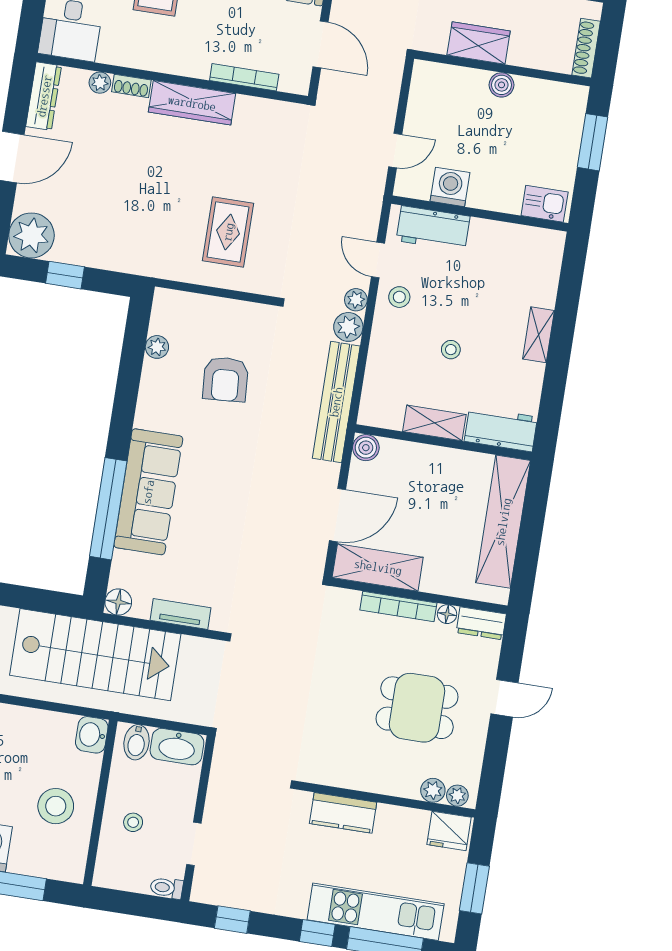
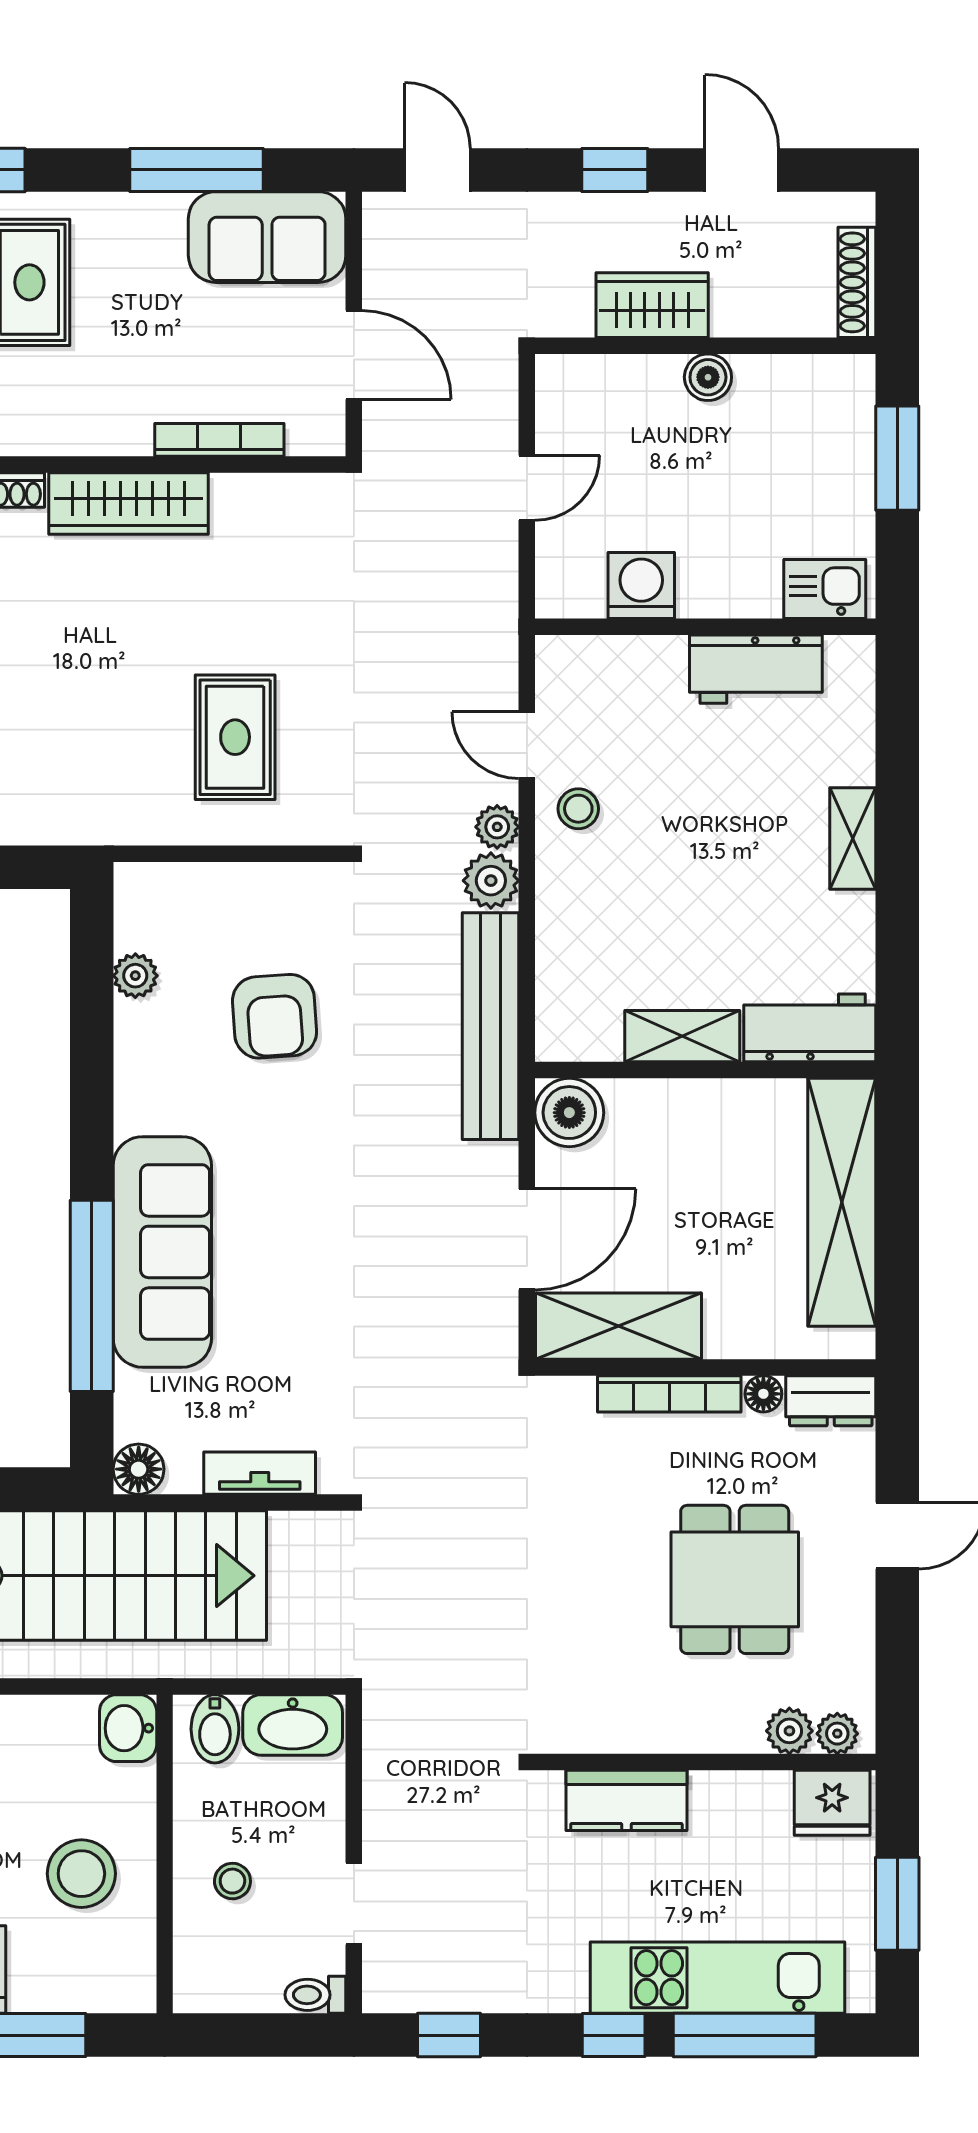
door: (395, 151) -> (527, 488), moved
workbench: (433, 228) -> (756, 669), moved
stool: (451, 350) -> (691, 893), removed
boiler: (366, 448) -> (569, 1113), width x1.36, depth x1.36
dining table: (417, 708) -> (735, 1579), turned 90

